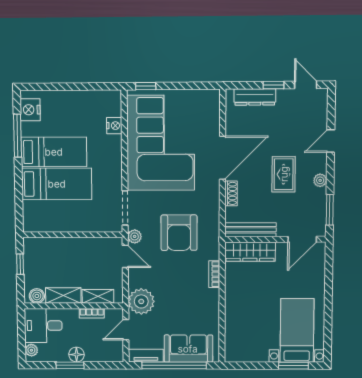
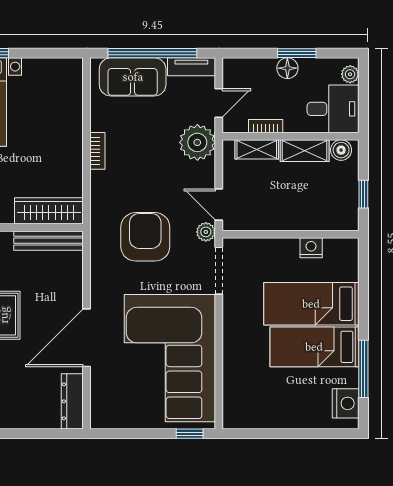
window: (274, 85) -> (19, 434), removed
dresser: (255, 97) -> (72, 401), moved, turned -90
nightstand: (114, 126) -> (311, 248), moved, turned 90
shoe rack: (231, 193) -> (75, 290), removed
bookcase: (214, 274) -> (97, 151), moved

